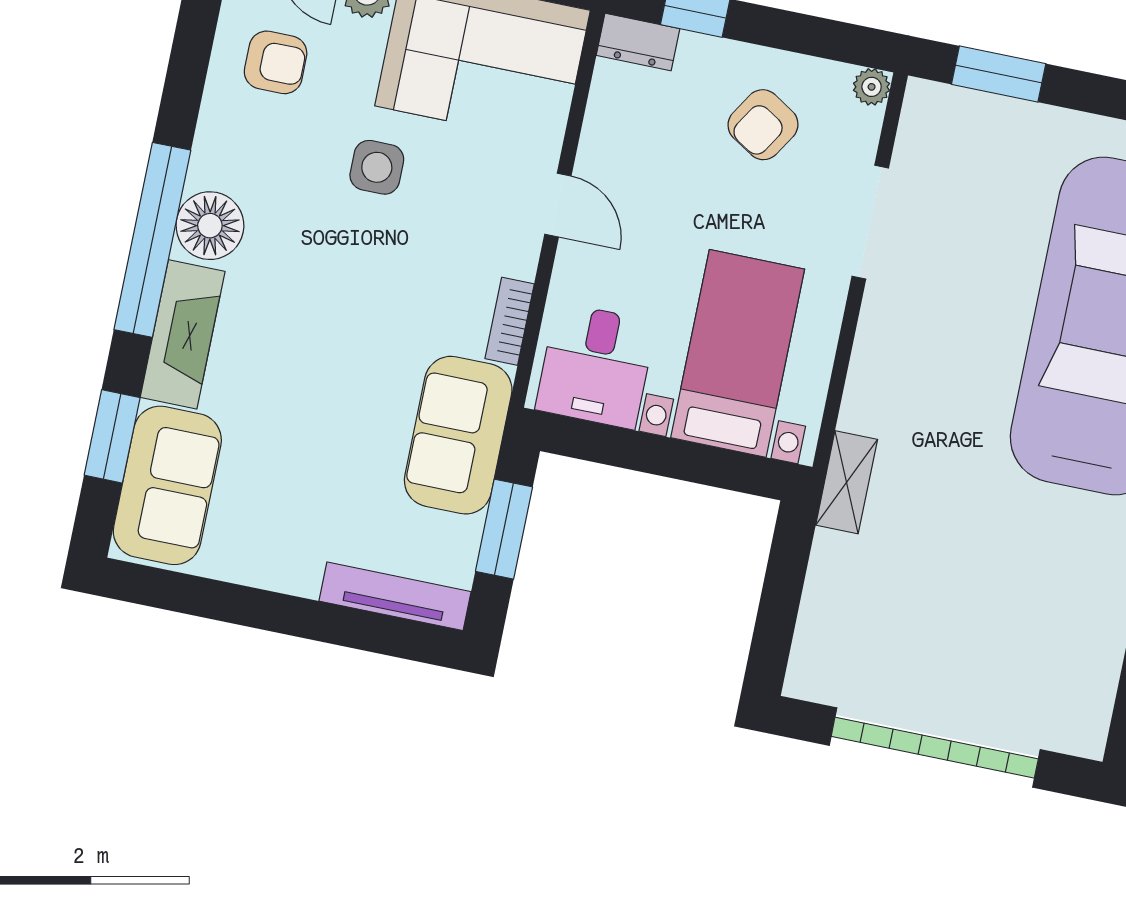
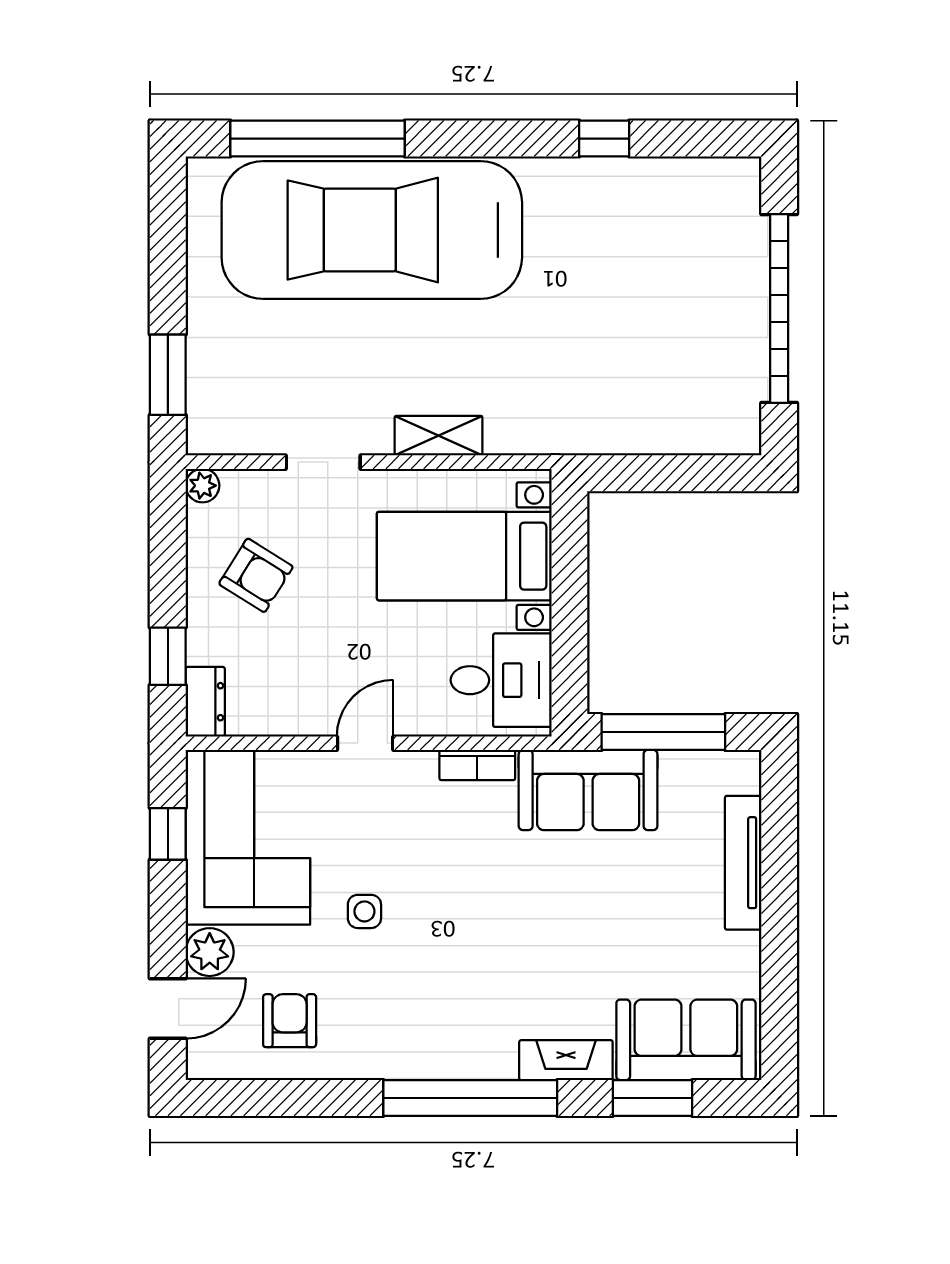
side table: (377, 167) -> (364, 911), width x0.73, depth x0.73
doorway: (870, 222) -> (323, 462), width x0.73
floor lamp: (210, 226) -> (447, 1049), removed
fireplace: (183, 334) -> (566, 1060), width x0.73, depth x0.76
shelving: (847, 482) -> (439, 436), moved
window: (504, 529) -> (663, 732), width x1.44
tv unit: (395, 596) -> (743, 863), moved

